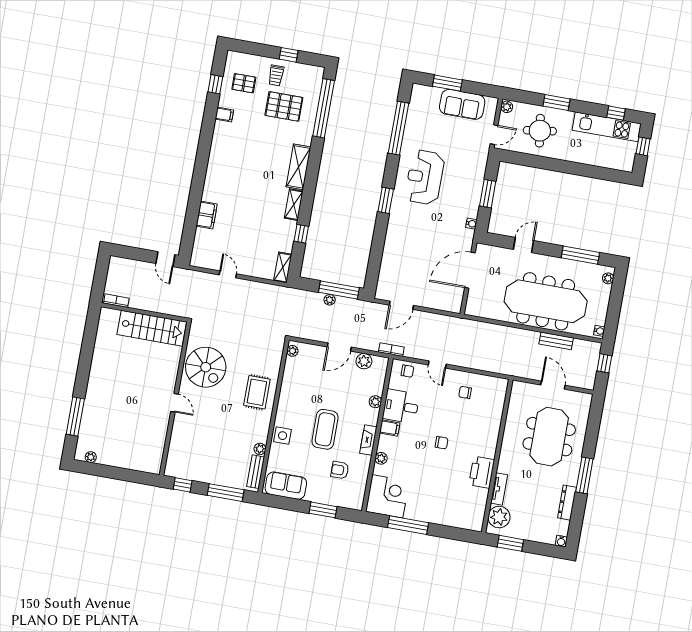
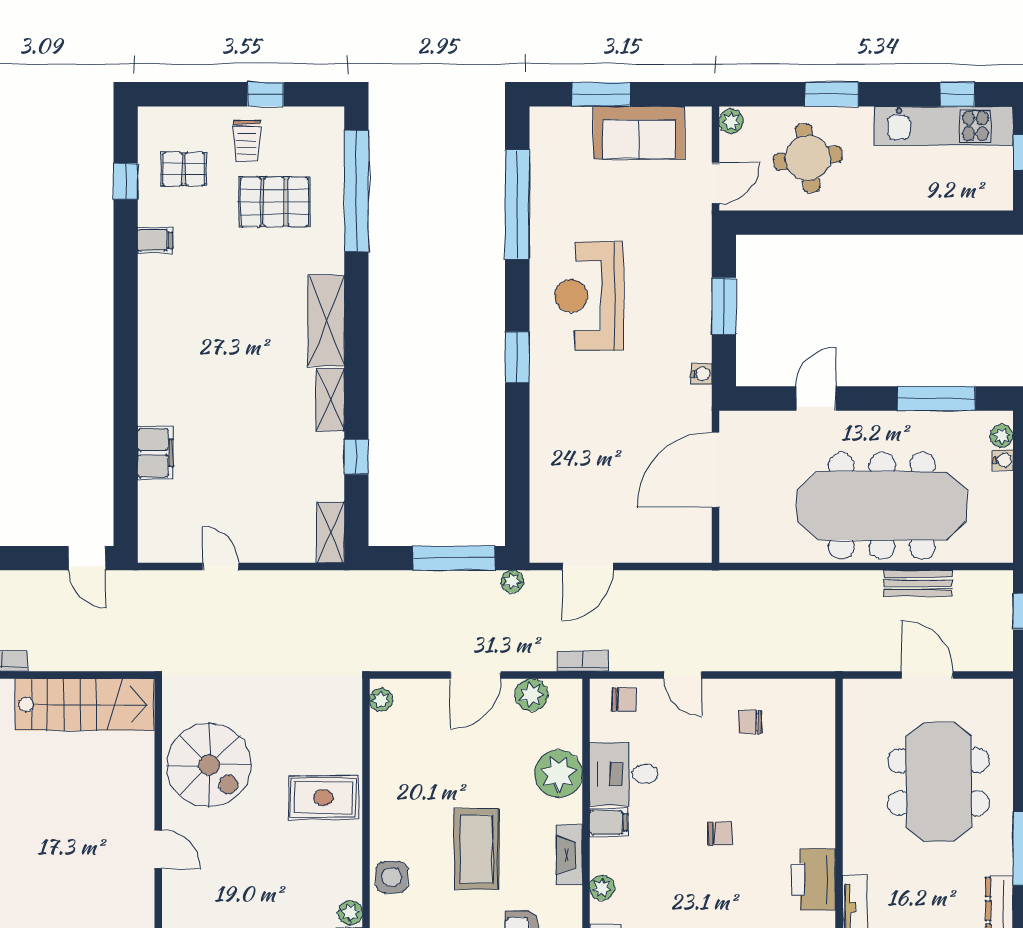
plant: (330, 300) -> (512, 582), moved
water cooler: (599, 331) -> (1003, 460), moved
rug: (257, 392) -> (323, 798), turned 90
plant: (375, 402) -> (558, 774), width x1.88, depth x1.88

